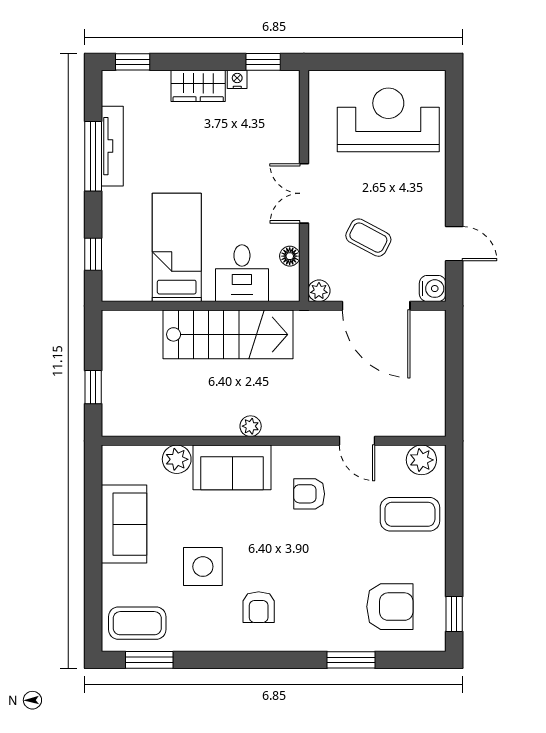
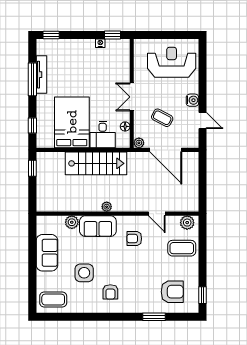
wardrobe: (198, 86) -> (82, 46), removed
bed: (177, 247) -> (72, 122), width x1.50
water cooler: (433, 289) -> (192, 100), moved
window: (93, 387) -> (32, 168), moved
window: (149, 660) -> (59, 317), removed

